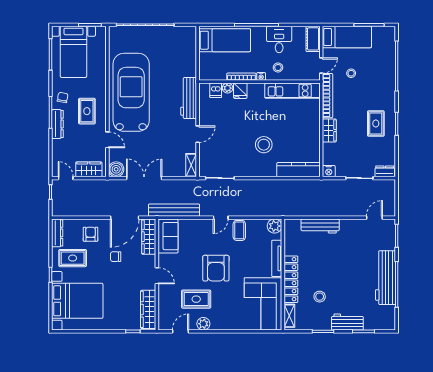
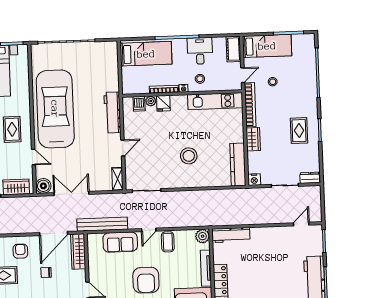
kitchen counter: (298, 170) -> (238, 164), moved, turned -90
workbench: (320, 226) -> (231, 235), moved
sofa: (168, 236) -> (120, 242), moved, turned 90

